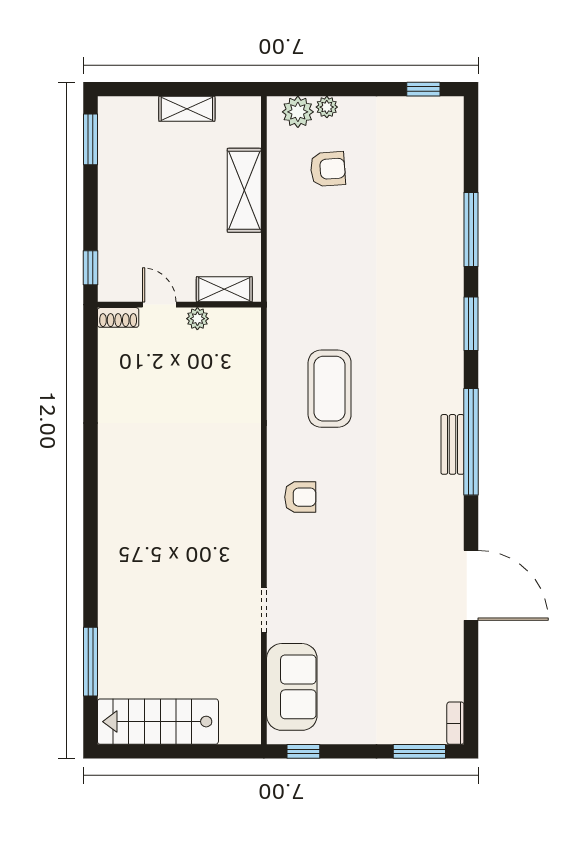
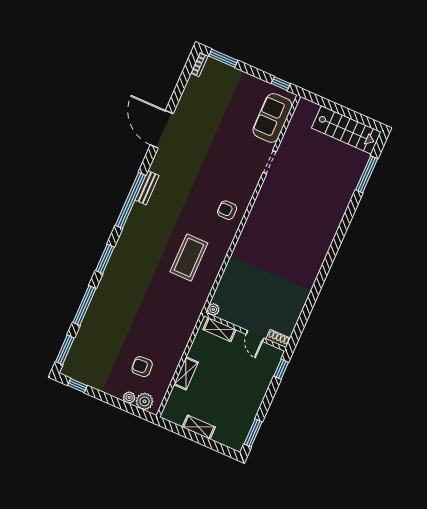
window: (471, 140) -> (65, 350), added
shelving: (244, 190) -> (186, 373), width x0.67, depth x0.75
plant: (197, 319) -> (213, 309), moved
bench: (452, 444) -> (147, 188), moved

